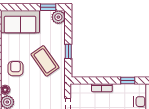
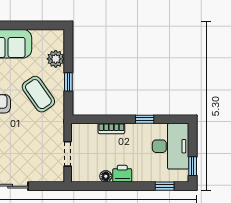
window: (48, 7) -> (43, 25), removed
plant: (58, 17) -> (56, 59), moved

